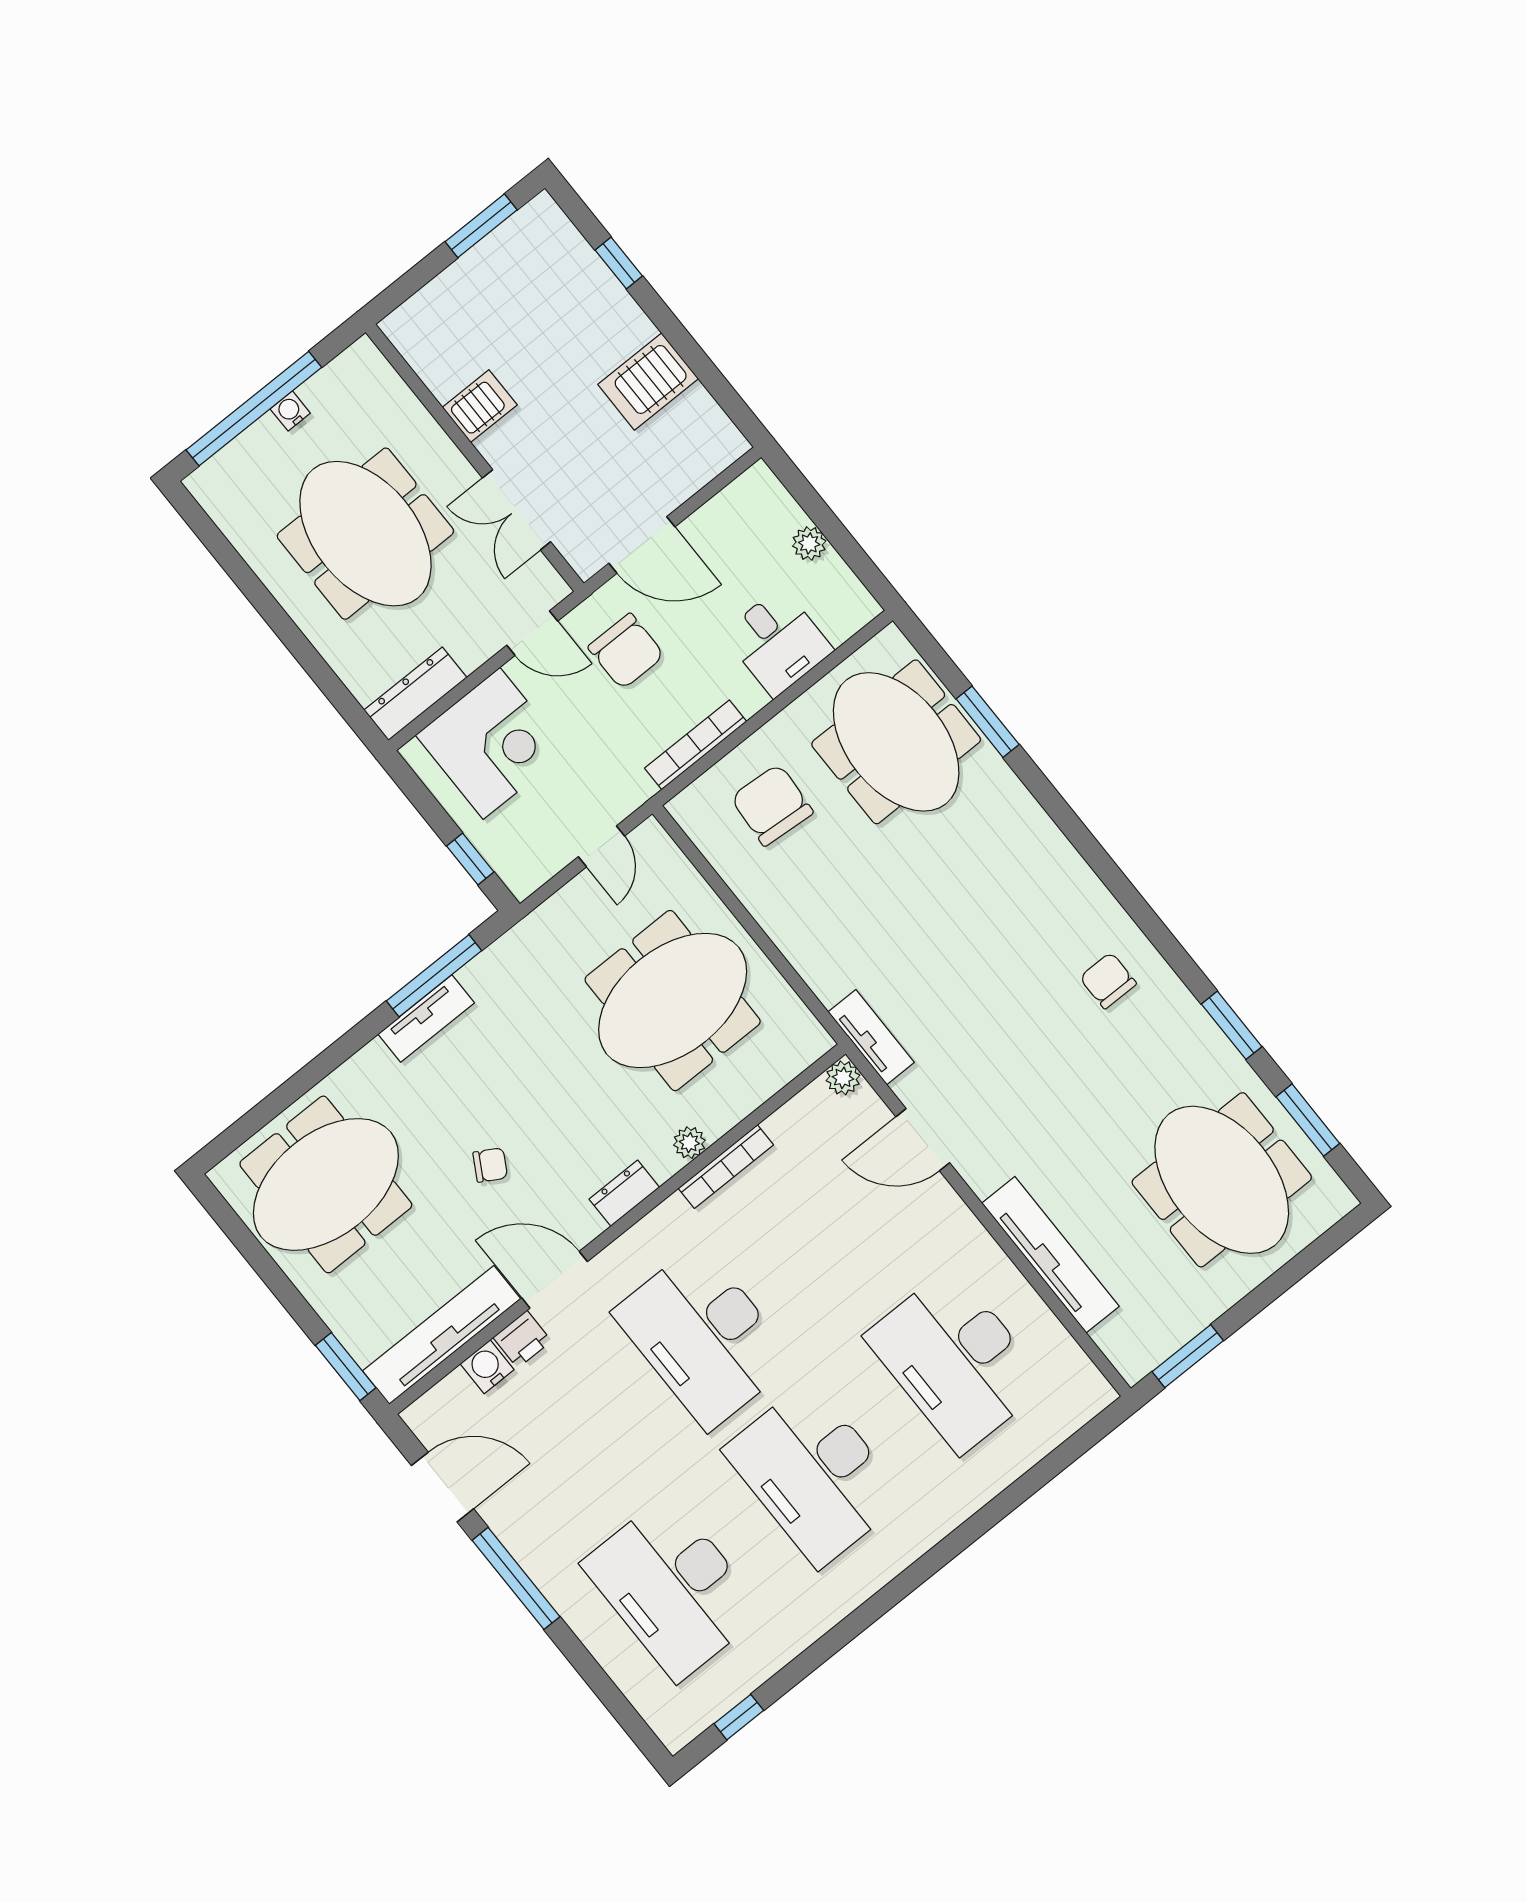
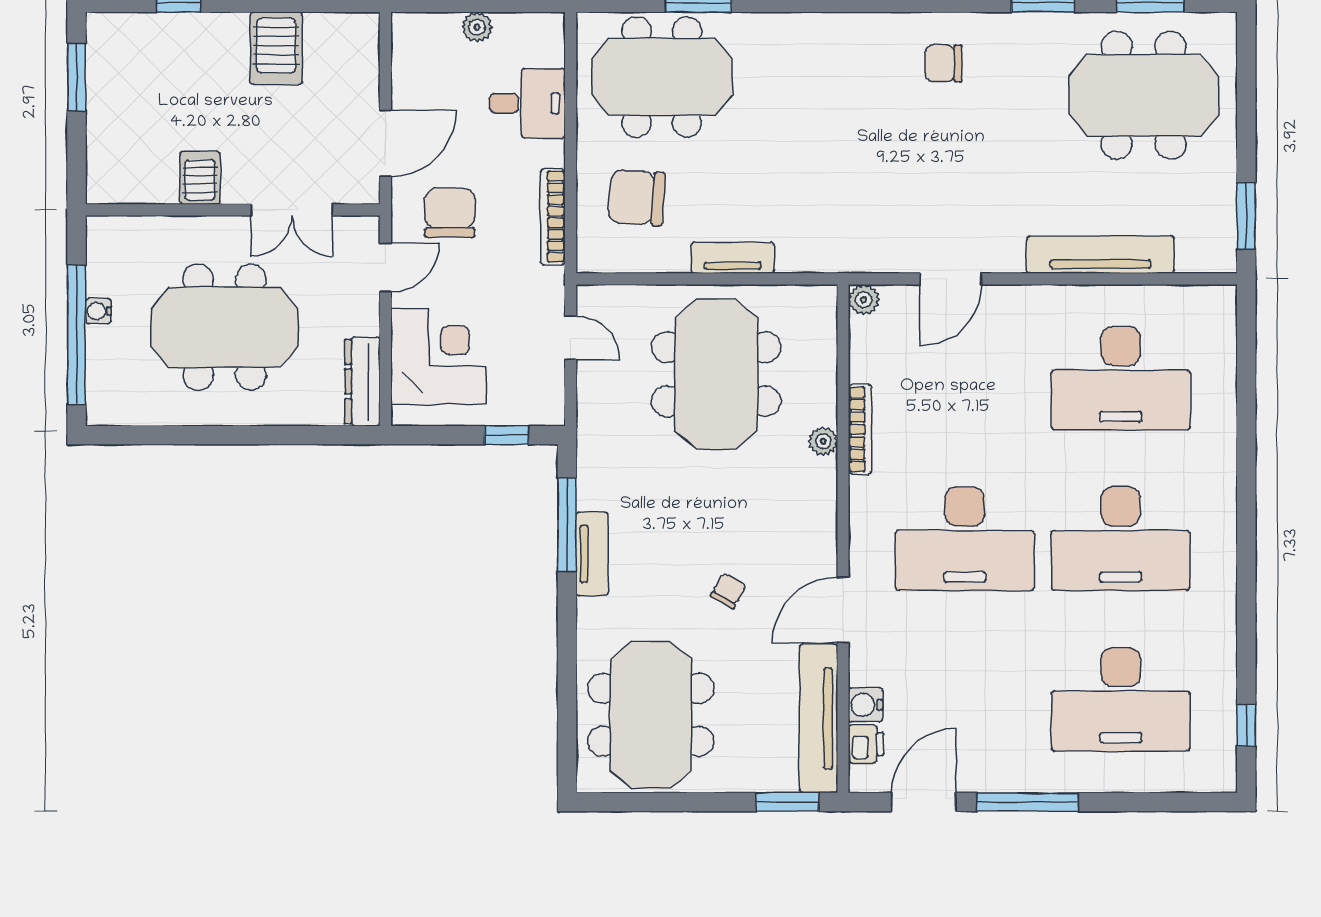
chair: (626, 651) -> (450, 213), turned -90
tv unit: (871, 1037) -> (733, 258), moved
dresser: (624, 1193) -> (822, 514), removed
printer: (522, 1339) -> (866, 744), moved

